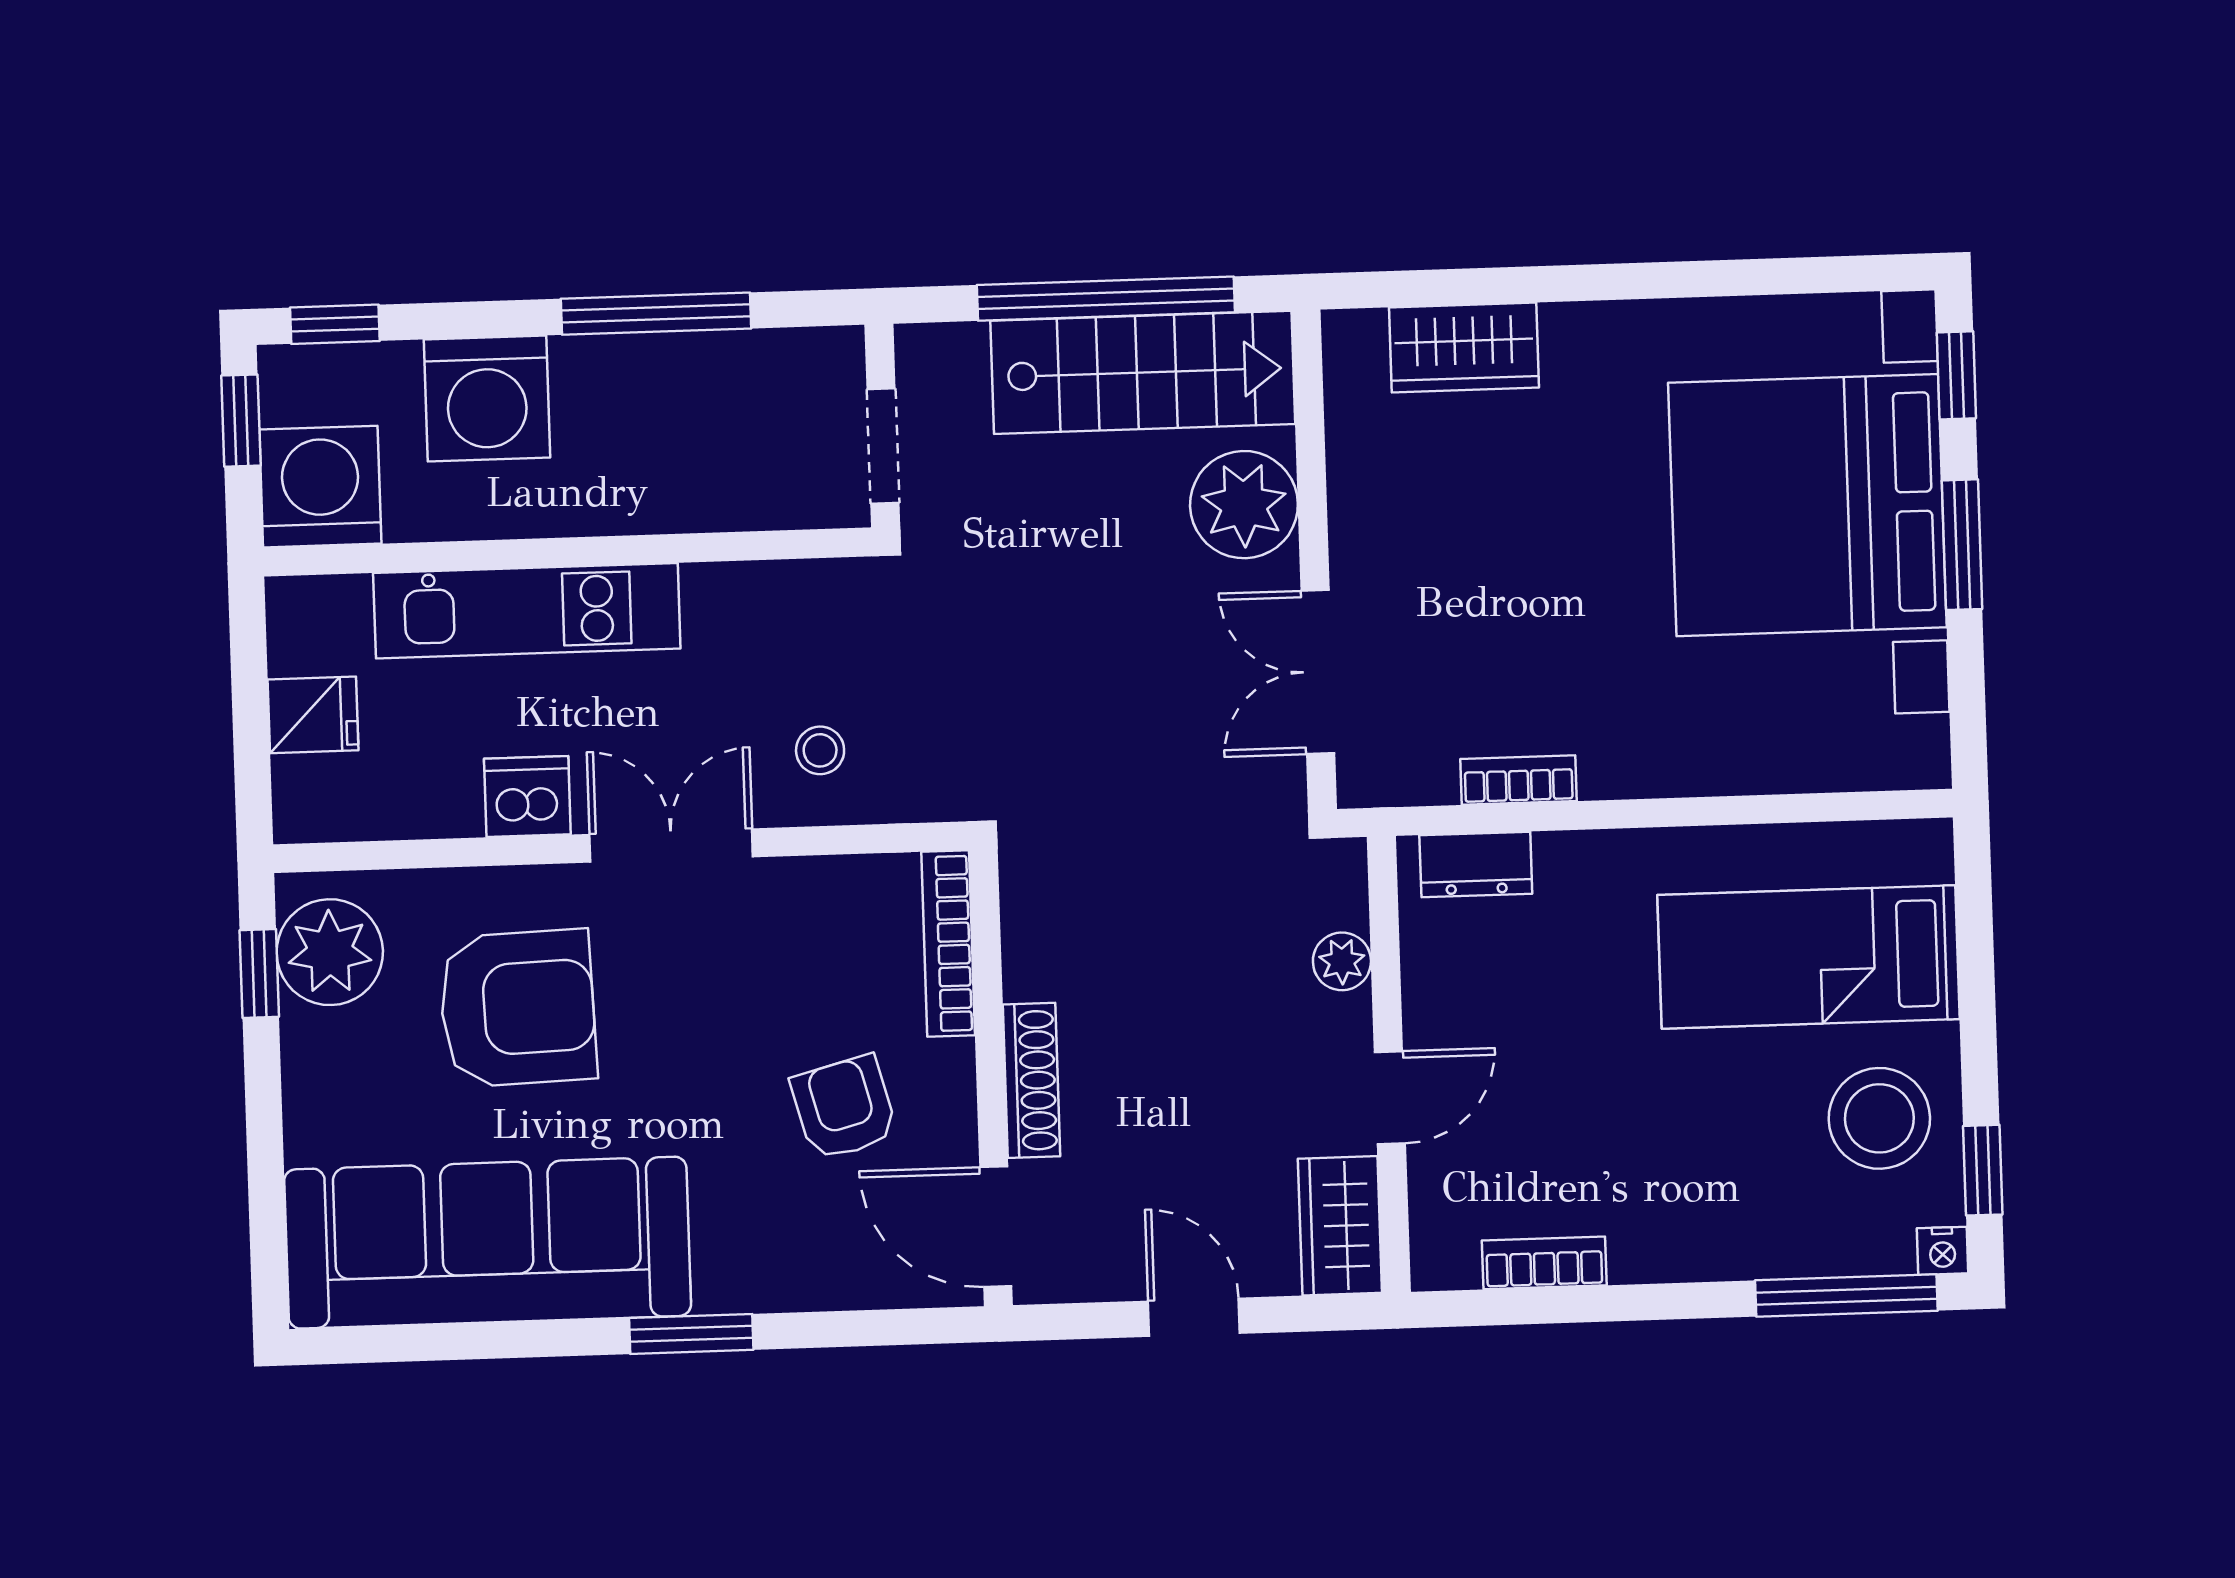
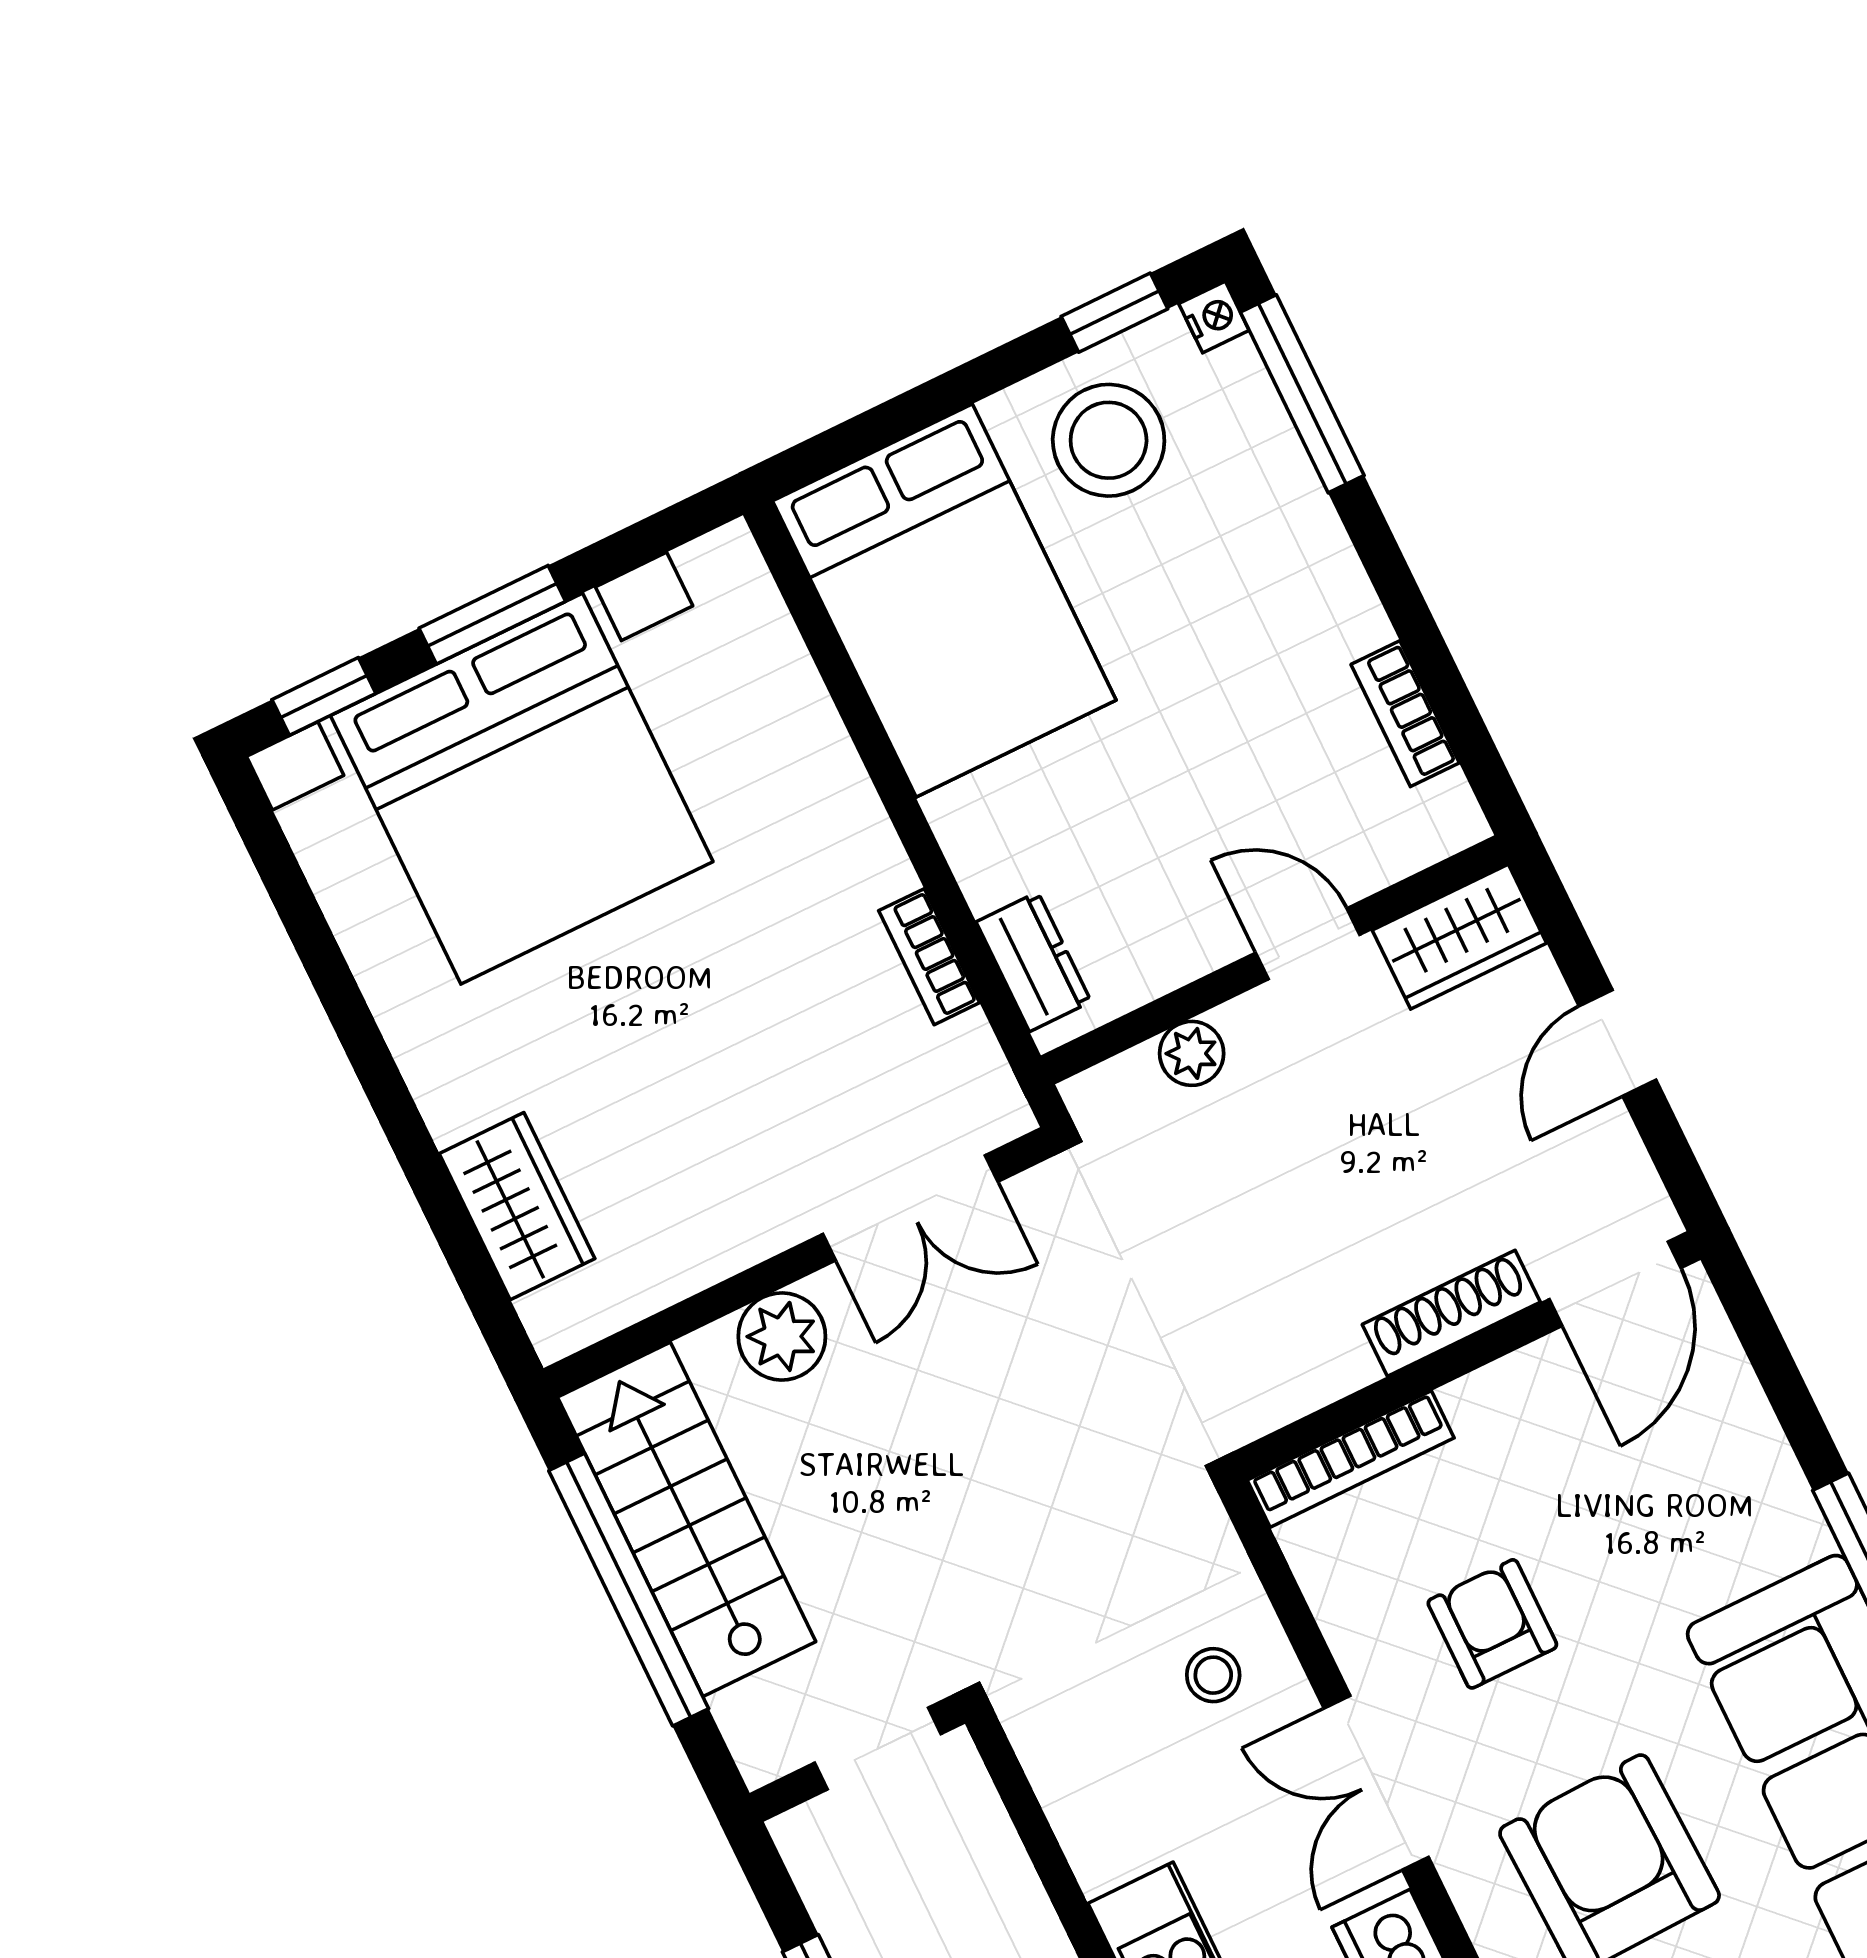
plant: (1244, 505) -> (782, 1336), width x0.73, depth x0.73
bed: (1808, 957) -> (944, 601), width x1.50
armchair: (844, 1108) -> (1492, 1624), moved, turned 105

